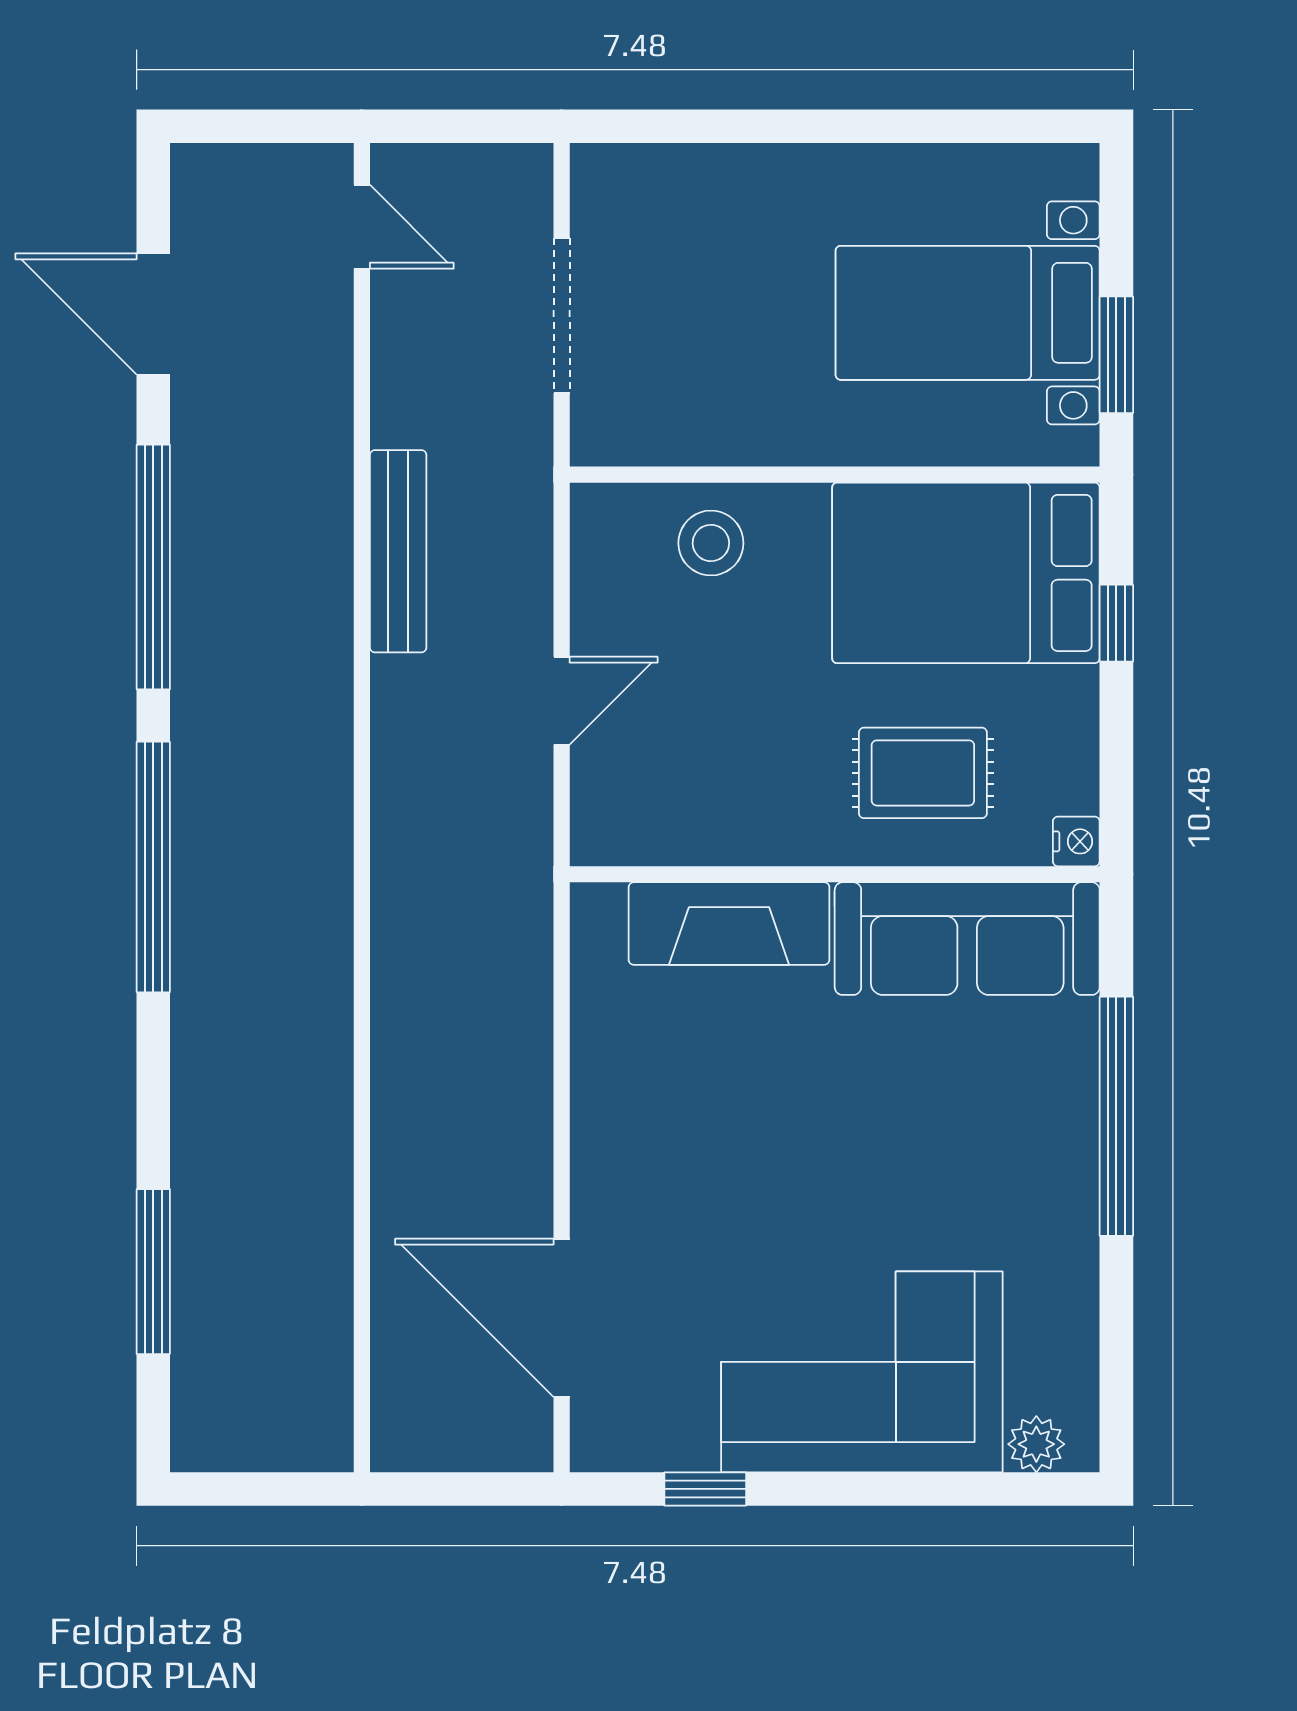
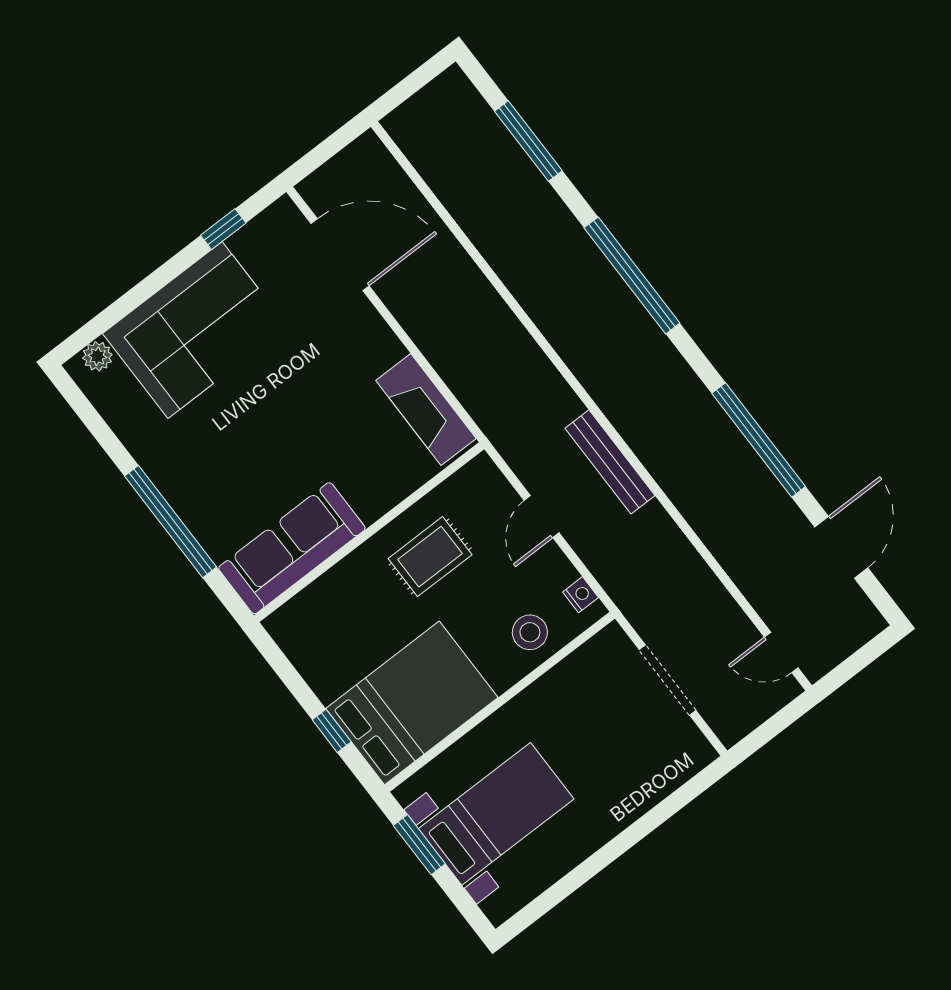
door: (153, 314) -> (841, 547), hinge flipped
bench: (398, 551) -> (610, 462), moved
rug: (923, 773) -> (430, 557), moved
nightstand: (1076, 841) -> (581, 595), moved, turned 180
window: (153, 867) -> (632, 275), moved
fireplace: (729, 924) -> (426, 410), moved, turned -90

